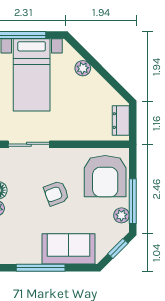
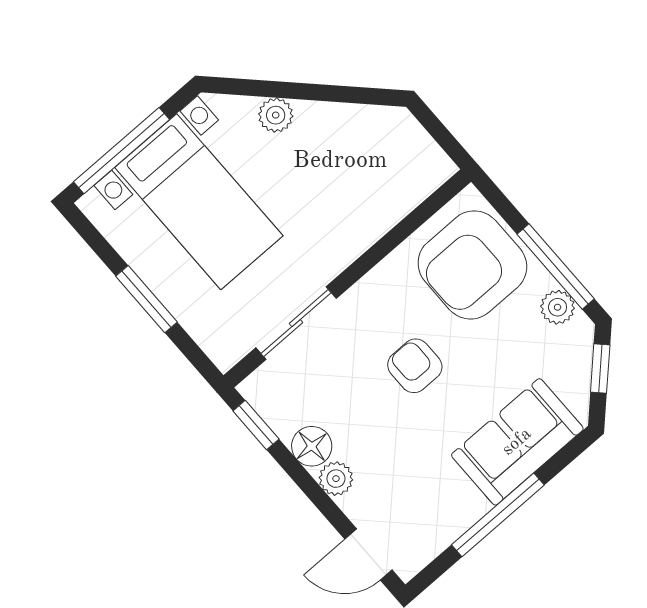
dresser: (121, 121) -> (417, 148), removed
armchair: (105, 176) -> (472, 265), turned 90
armchair: (56, 193) -> (415, 366), turned 110

